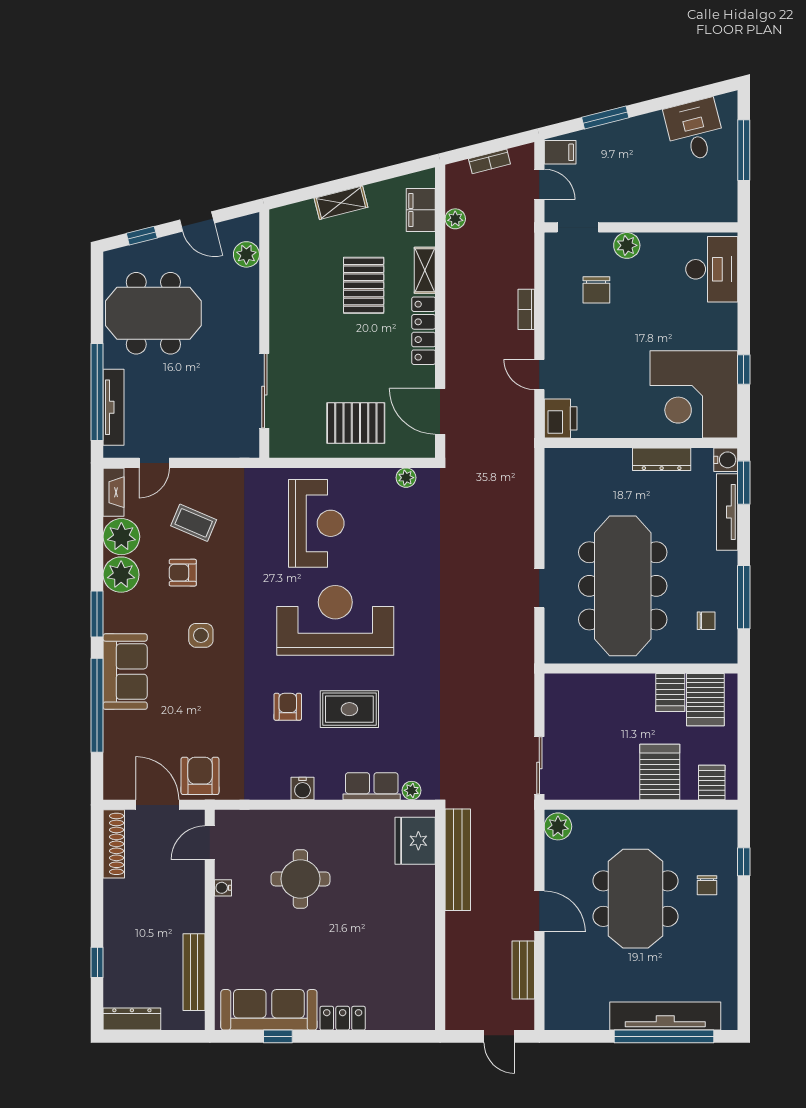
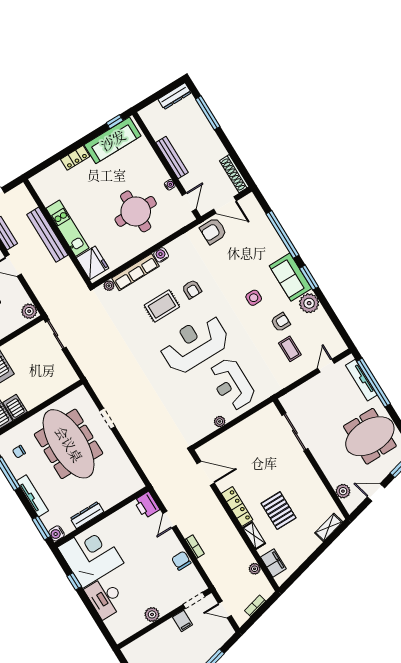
filing cabinet: (560, 152) -> (183, 621), moved, turned -90
shelving: (341, 203) -> (329, 527), moved
plant: (627, 245) -> (152, 614), moved
desk: (712, 269) -> (105, 598), moved
chair: (596, 290) -> (181, 561), moved
door: (539, 375) -> (169, 520), swing flipped
pallet: (356, 423) -> (242, 443), removed
plant: (406, 478) -> (220, 421), moved
fireplace: (114, 492) -> (337, 340), removed
tv unit: (727, 512) -> (32, 496), moved
coffee table: (194, 523) -> (290, 349), turned 67
plant: (121, 537) -> (320, 321), removed
reception desk: (335, 620) -> (194, 344), turned 180
sofa: (125, 672) -> (290, 277), moved
armchair: (200, 776) -> (213, 231), turned 90
row of seats: (372, 786) -> (135, 272), width x1.48
bench: (458, 860) -> (47, 235), moved
round table: (300, 879) -> (136, 211), width x1.36, depth x1.36
kitchen unit: (421, 918) -> (68, 228), added
window: (97, 962) -> (208, 113), width x2.17
bench: (194, 972) -> (172, 158), moved
window: (278, 1036) -> (115, 122), moved

